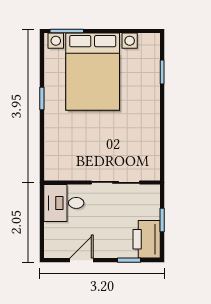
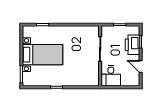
bed with nightstands: (93, 72) -> (42, 55), width x0.73
printer: (147, 239) -> (132, 45), moved, turned 90

